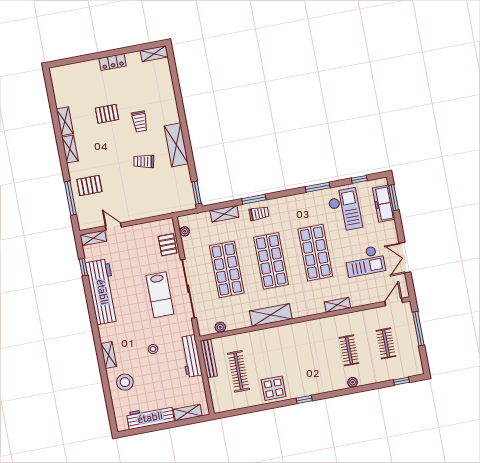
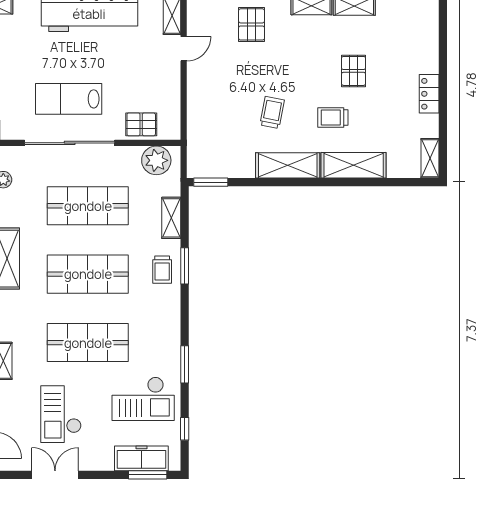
shelving: (168, 102) -> (354, 165), added
plant: (185, 231) -> (156, 160), width x1.87, depth x1.87

